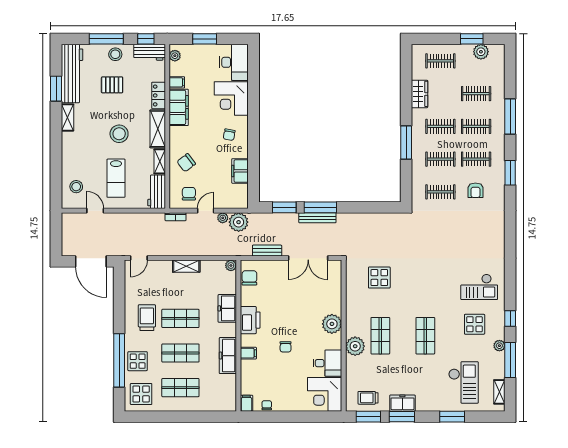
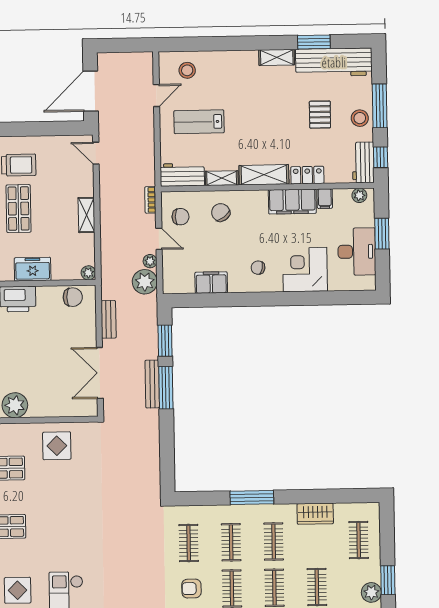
desk: (234, 62) -> (357, 252), moved, turned -90
stool: (119, 134) -> (257, 125), removed
display table: (379, 278) -> (57, 446), moved

